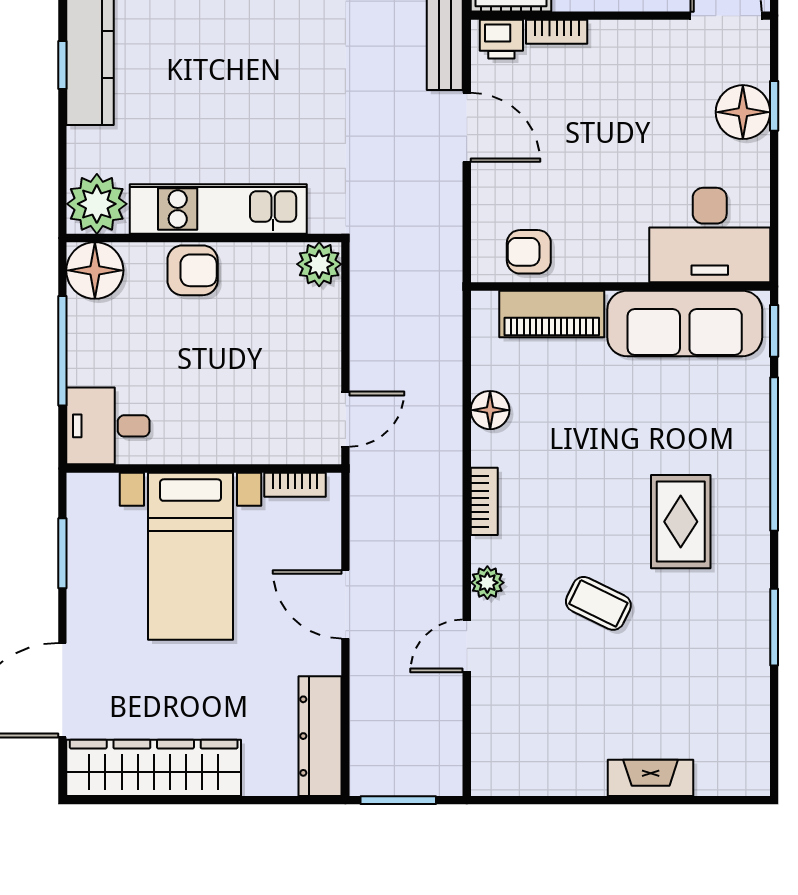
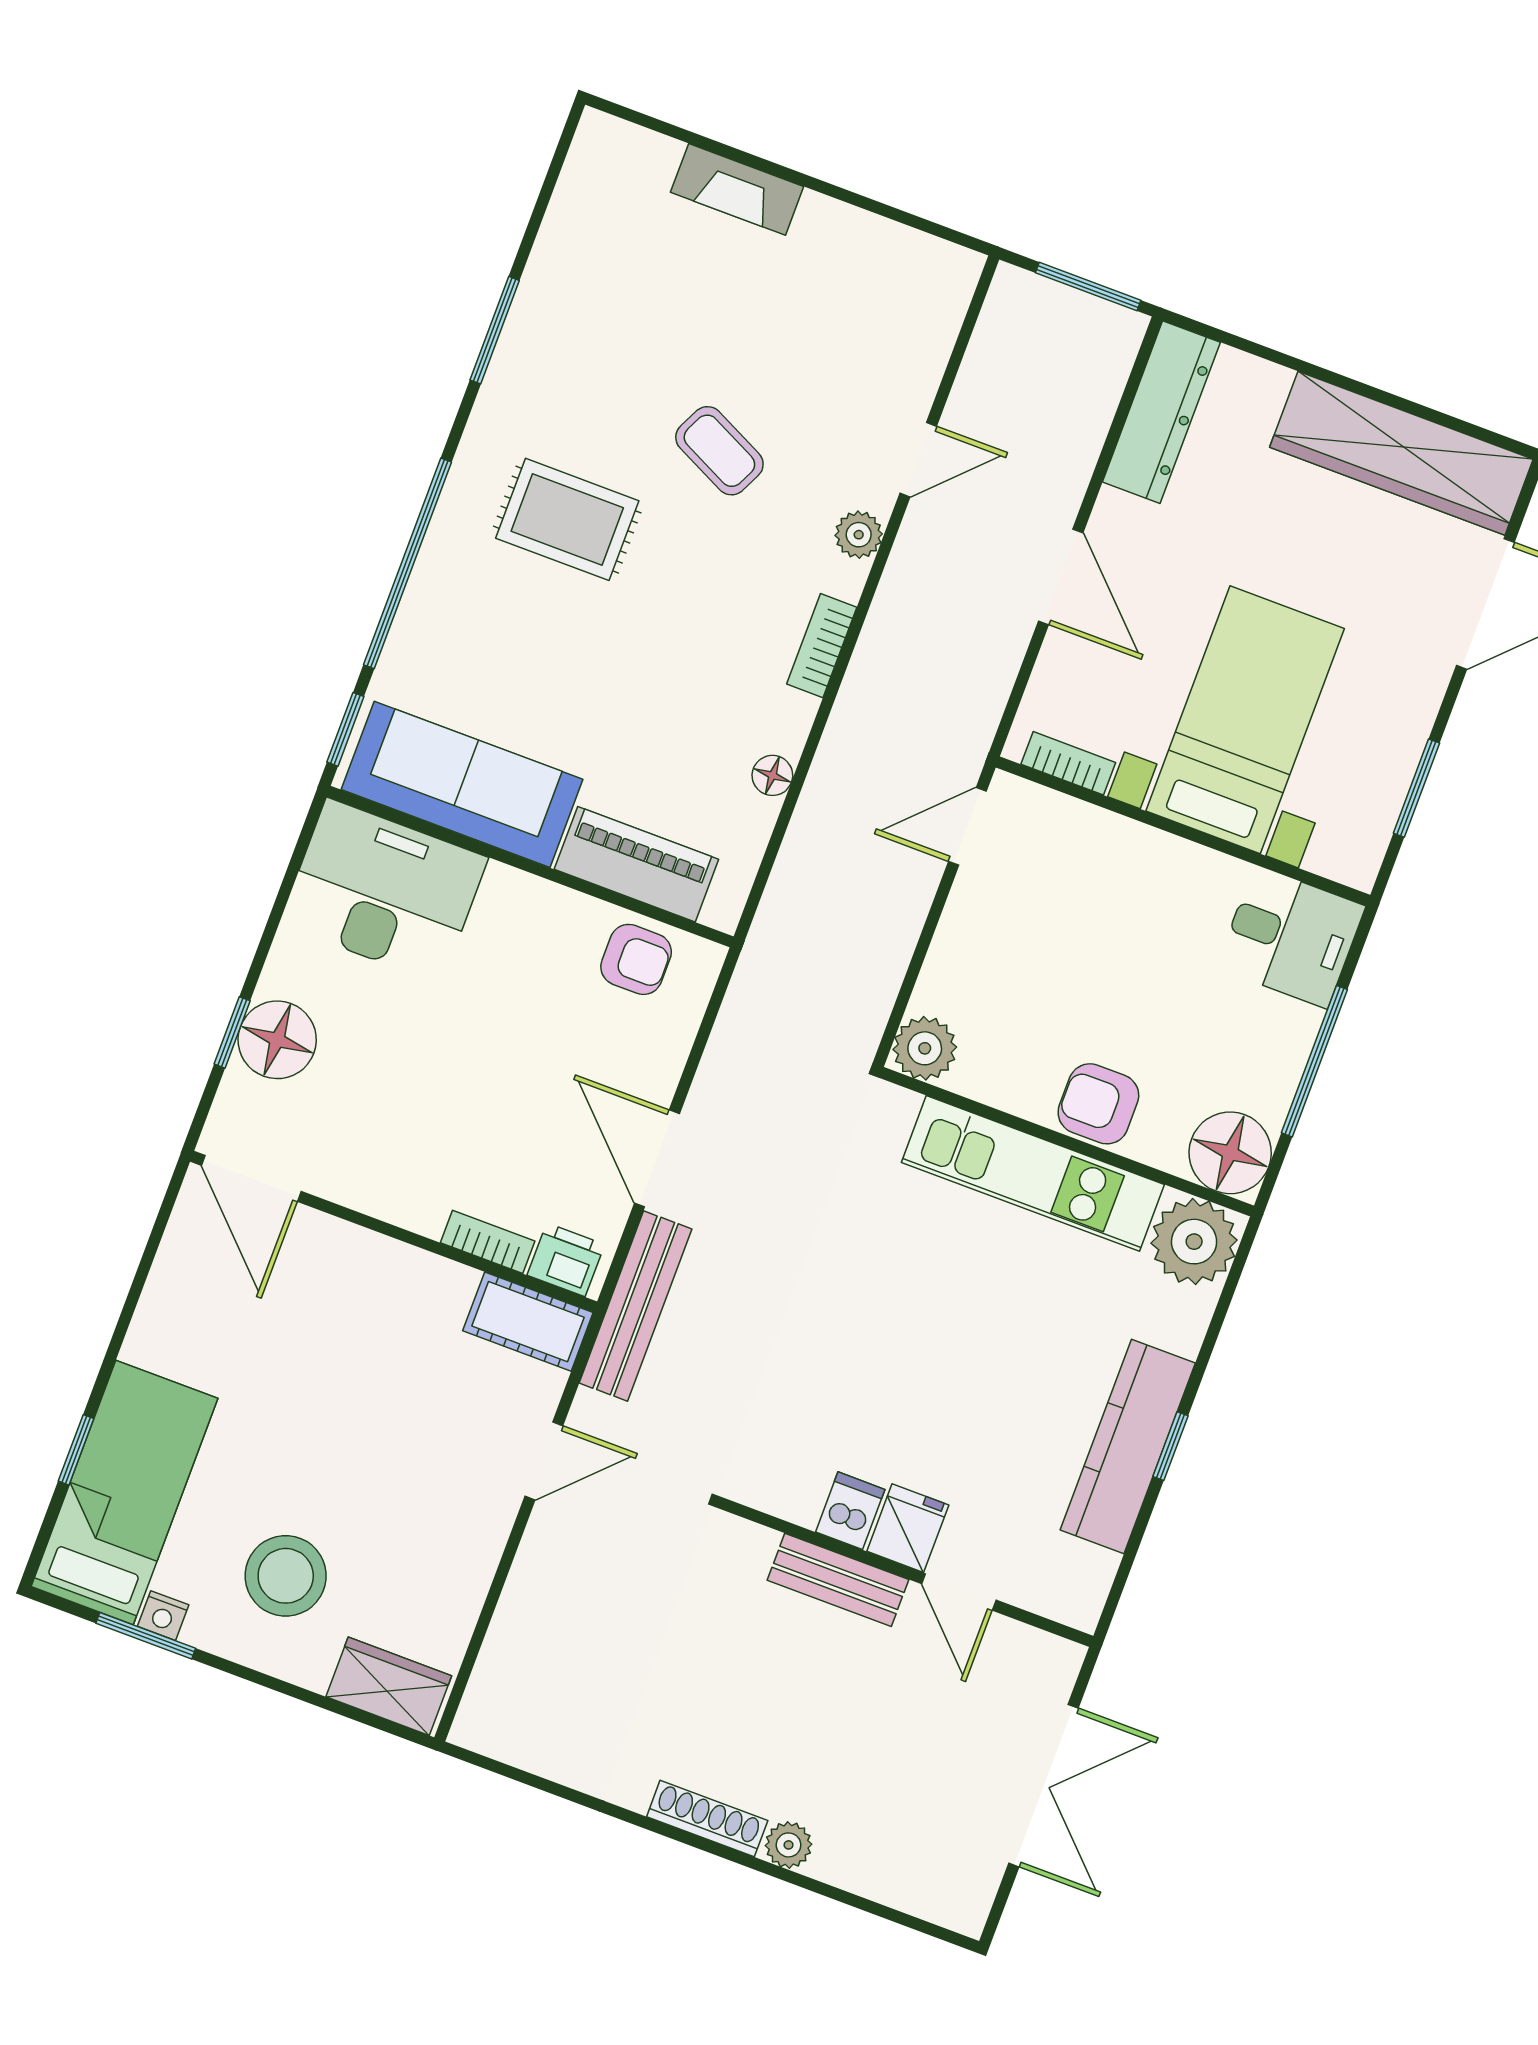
floor lamp: (490, 410) -> (772, 775), width x0.73, depth x0.73
rug: (681, 522) -> (567, 519), turned 90

